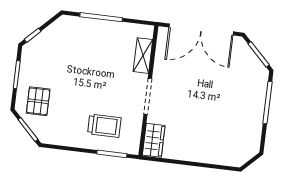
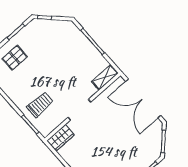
shelving: (143, 56) -> (105, 77), moved
trolley: (104, 126) -> (40, 105), turned -90

